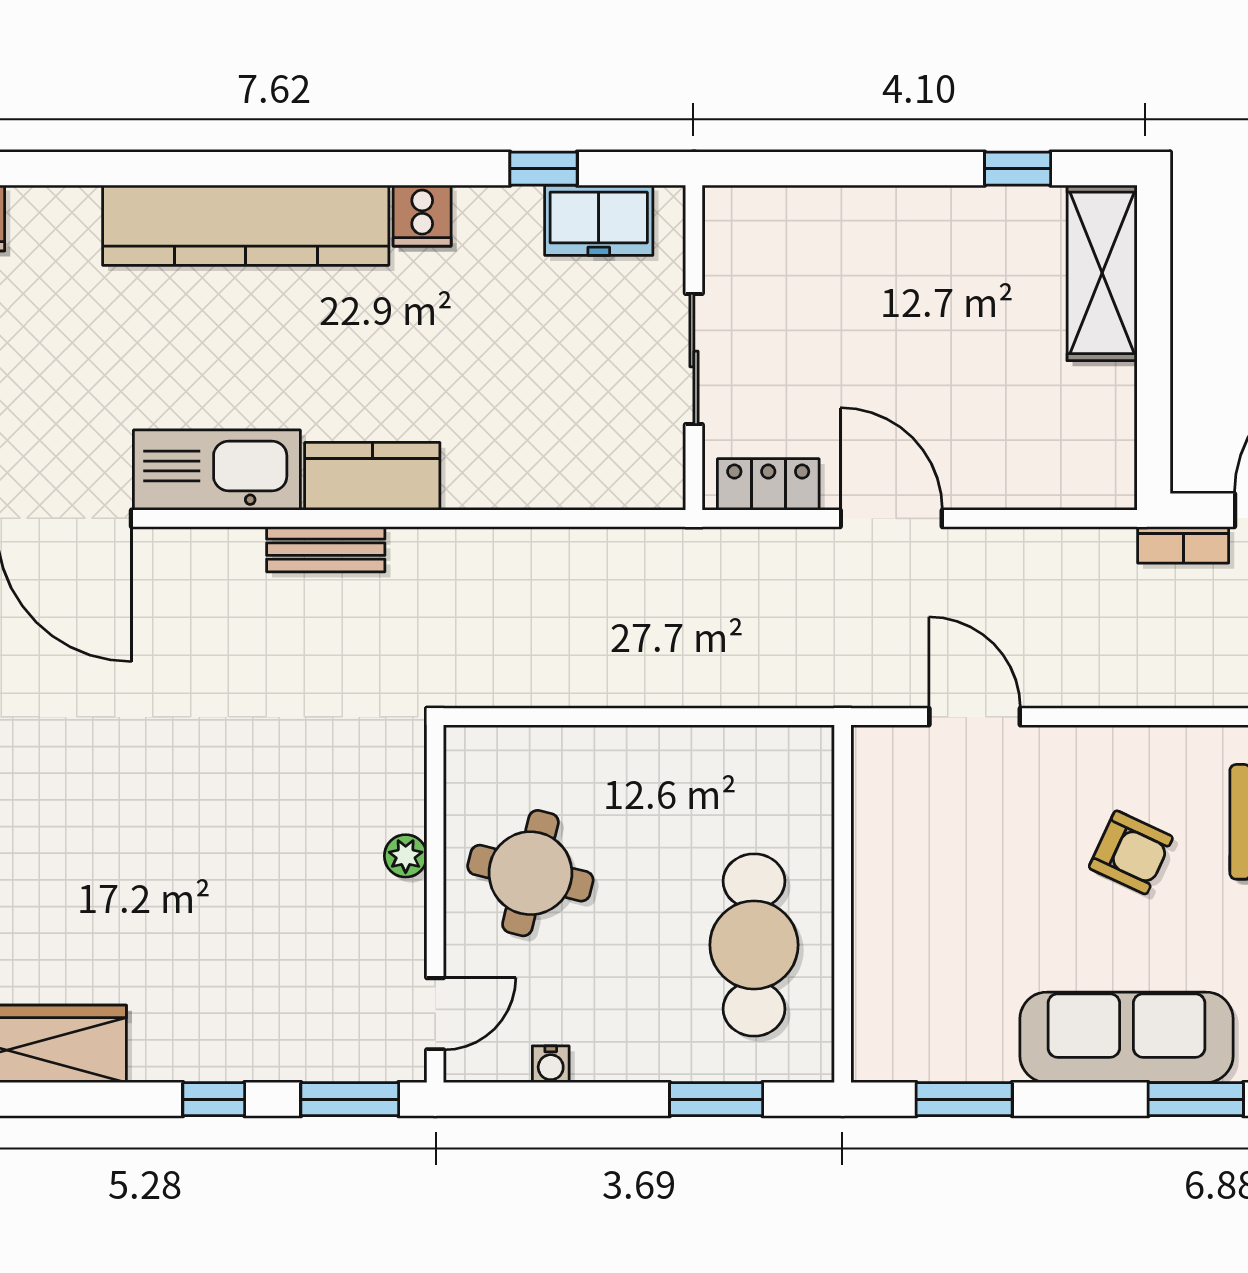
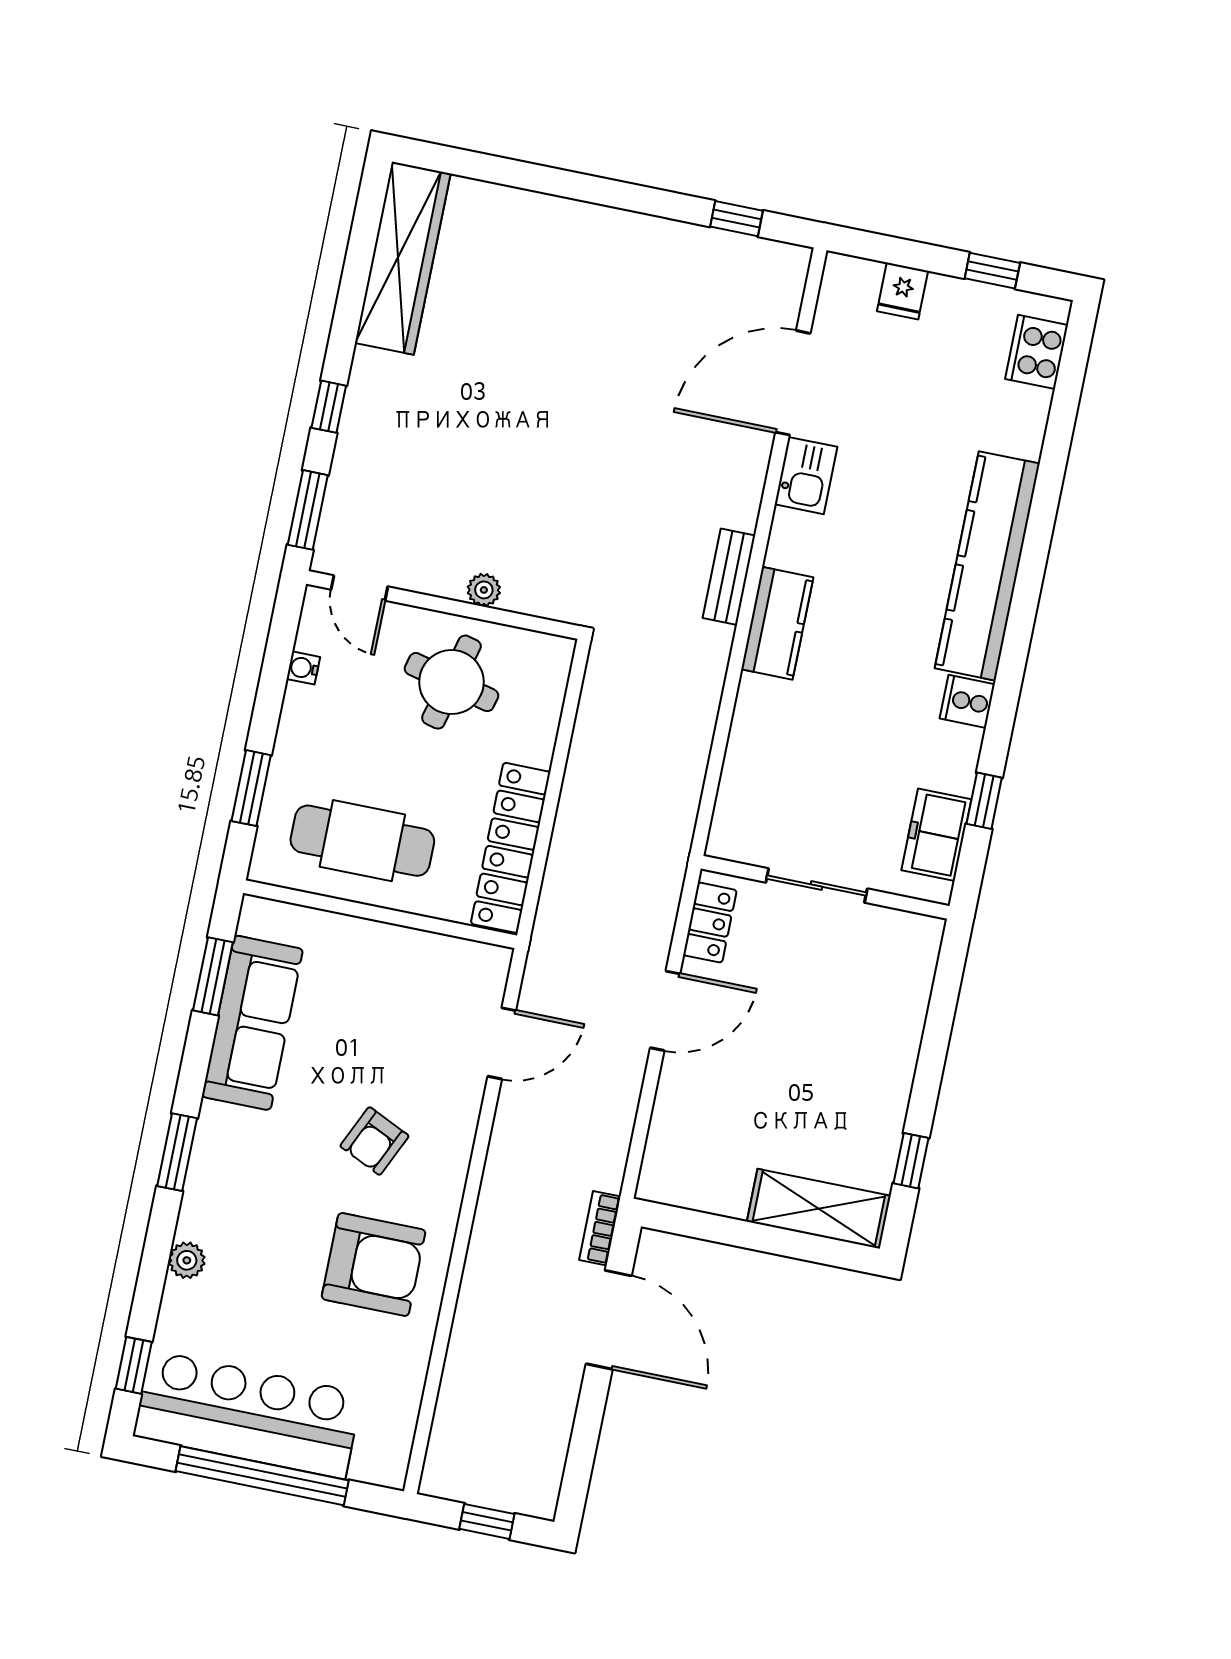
kitchen sink: (217, 470) -> (806, 476), width x0.53, depth x0.81
locker: (725, 756) -> (511, 848), added
sofa: (1127, 1037) -> (252, 1023), moved

